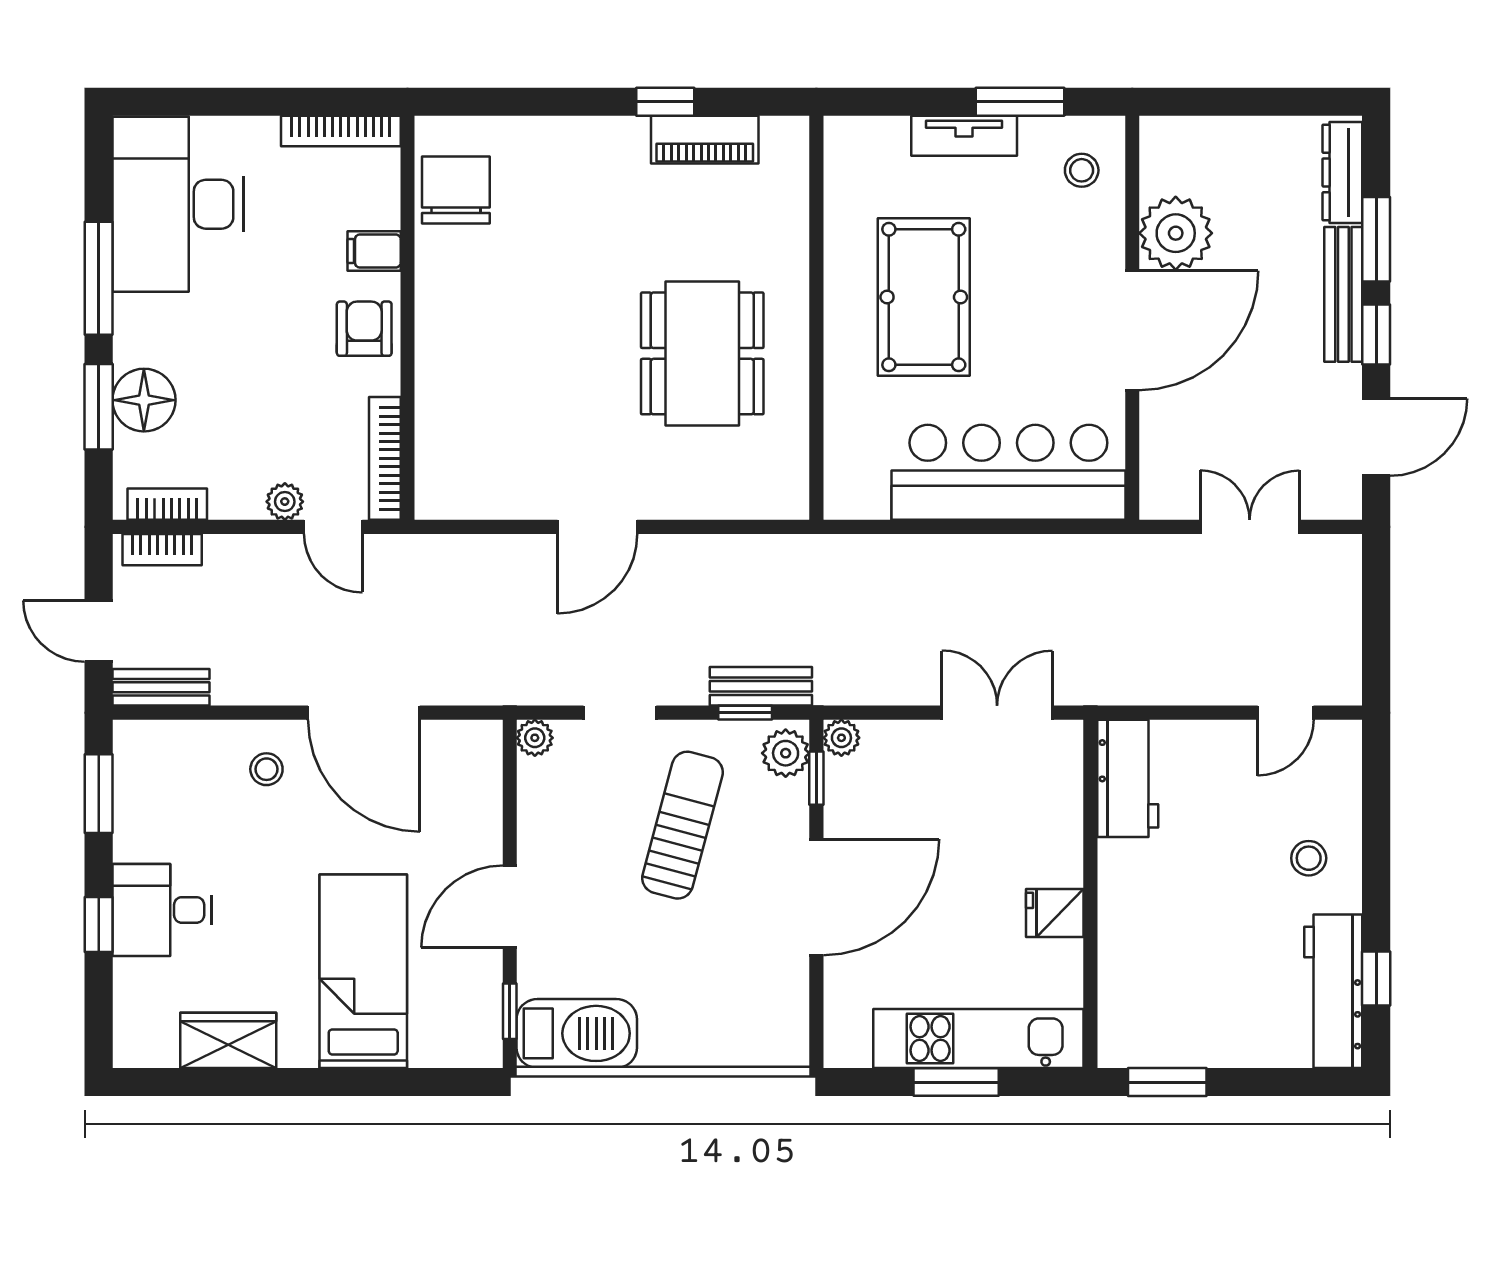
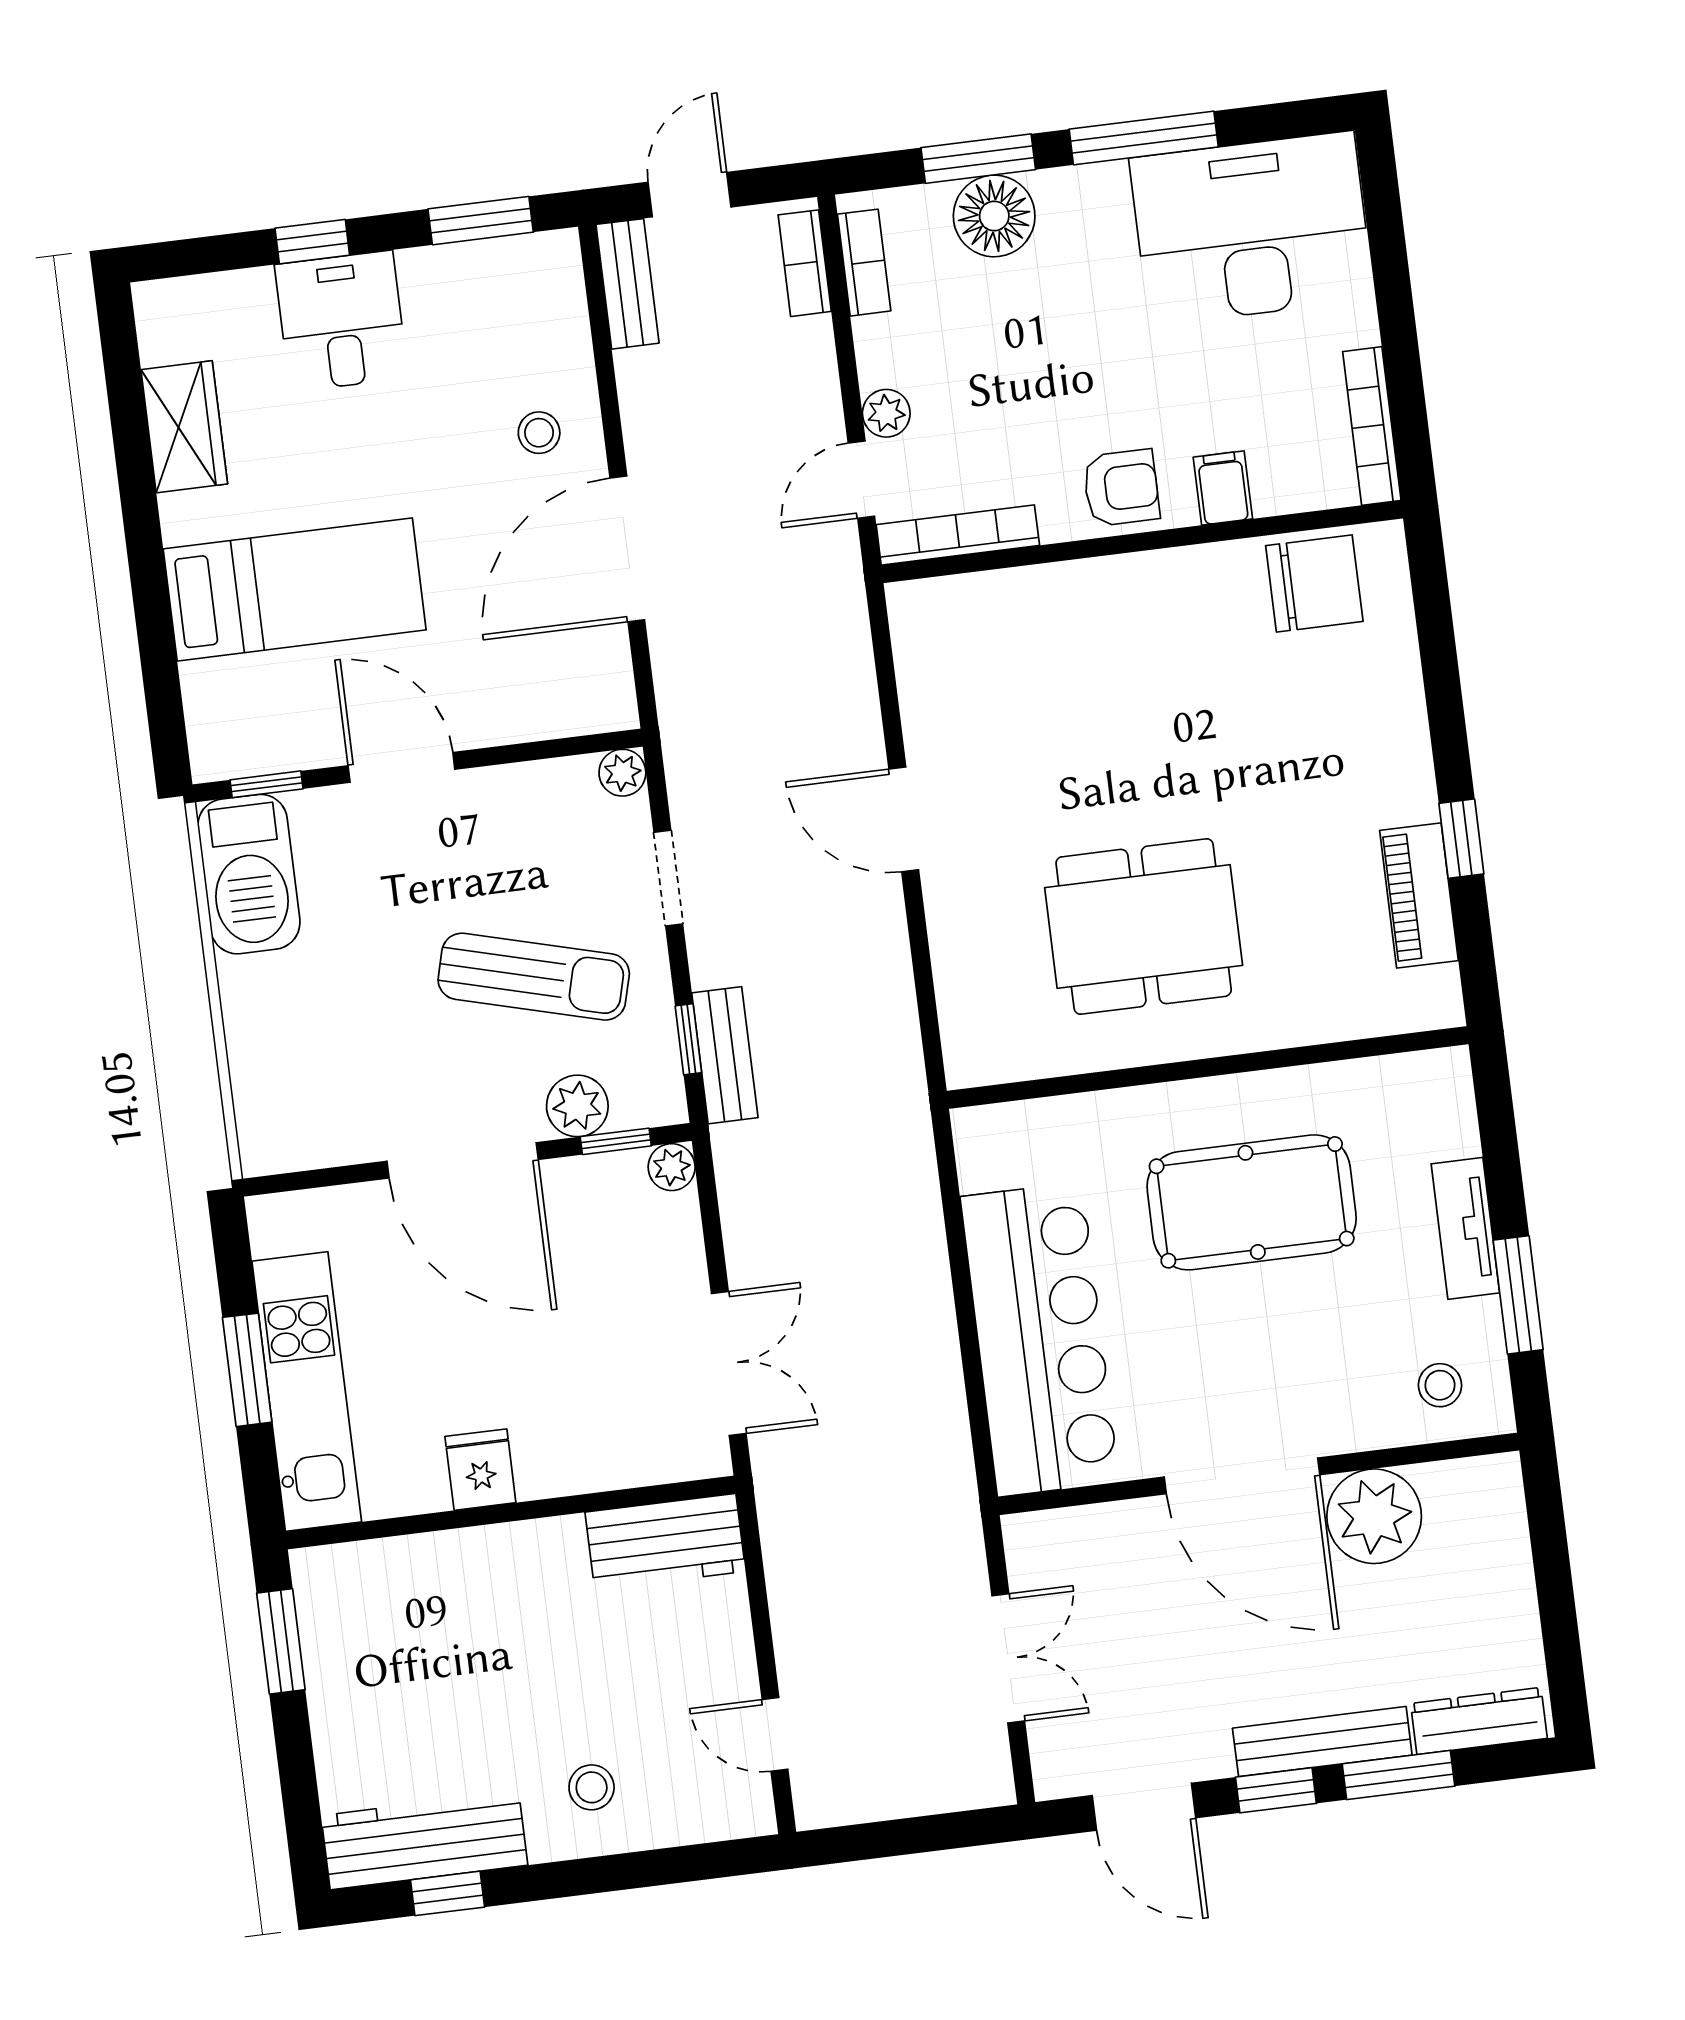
plant: (786, 753) -> (577, 1106), moved

